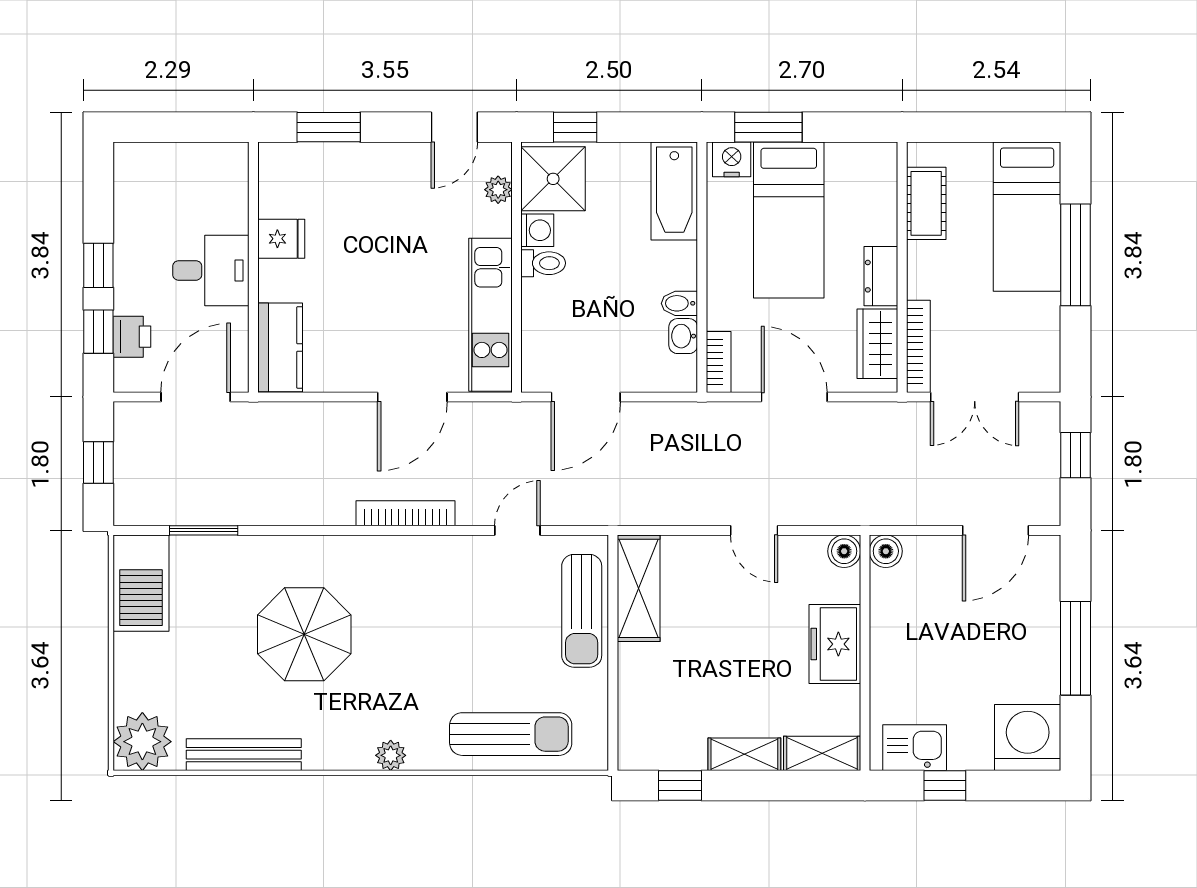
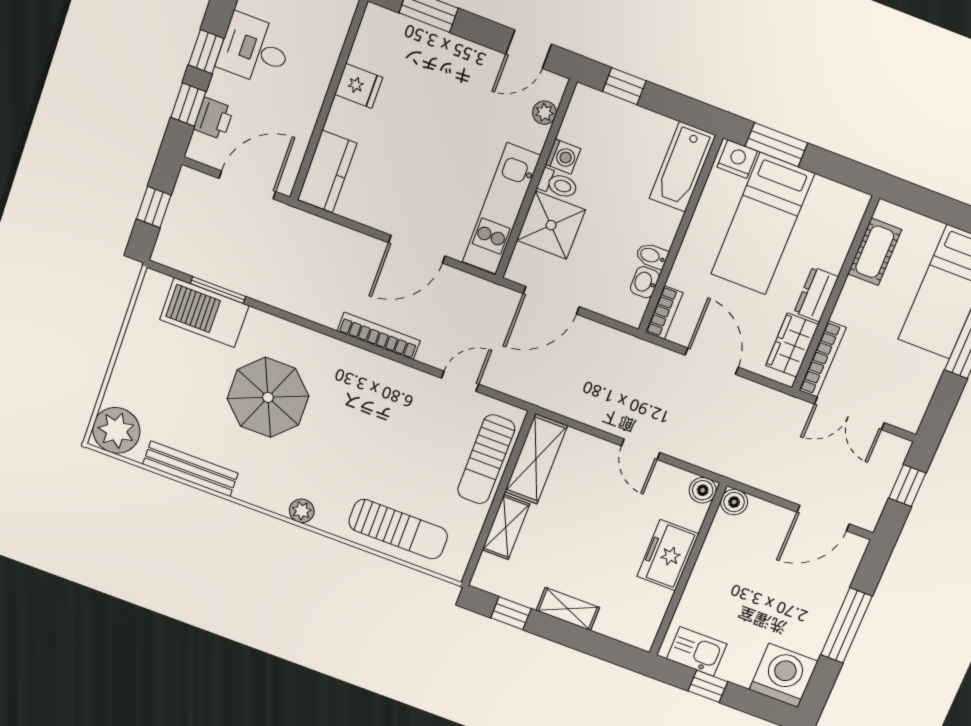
shower: (553, 179) -> (551, 225), moved
desk: (211, 270) -> (254, 50), moved, turned 180
barbecue: (141, 583) -> (204, 313), moved, turned 90
shelving: (822, 753) -> (506, 527), moved, turned 90

